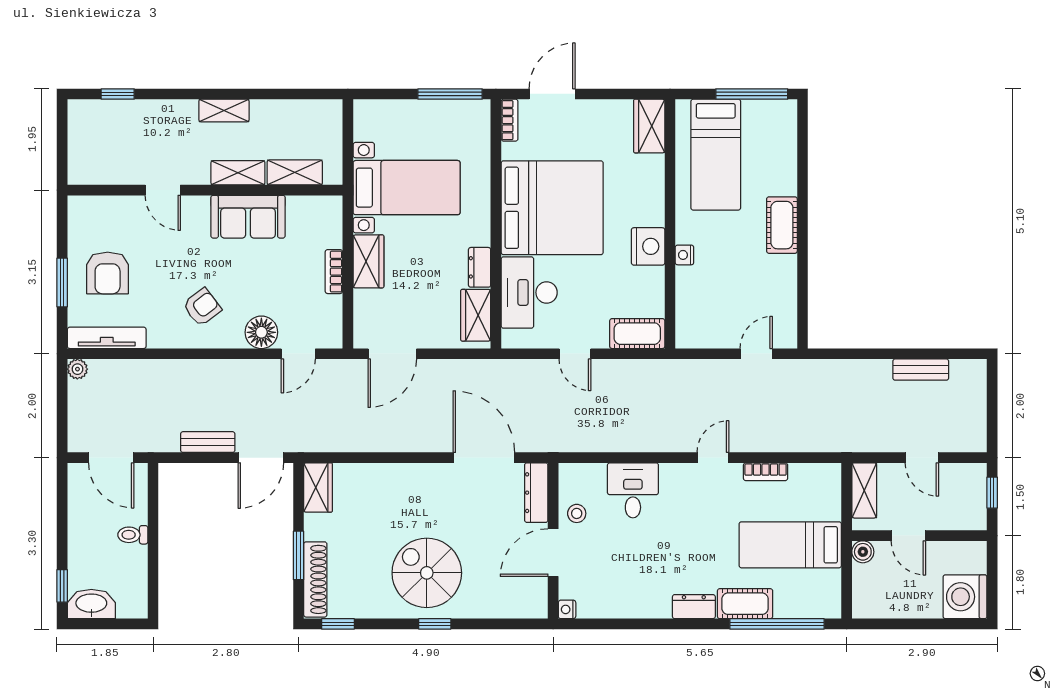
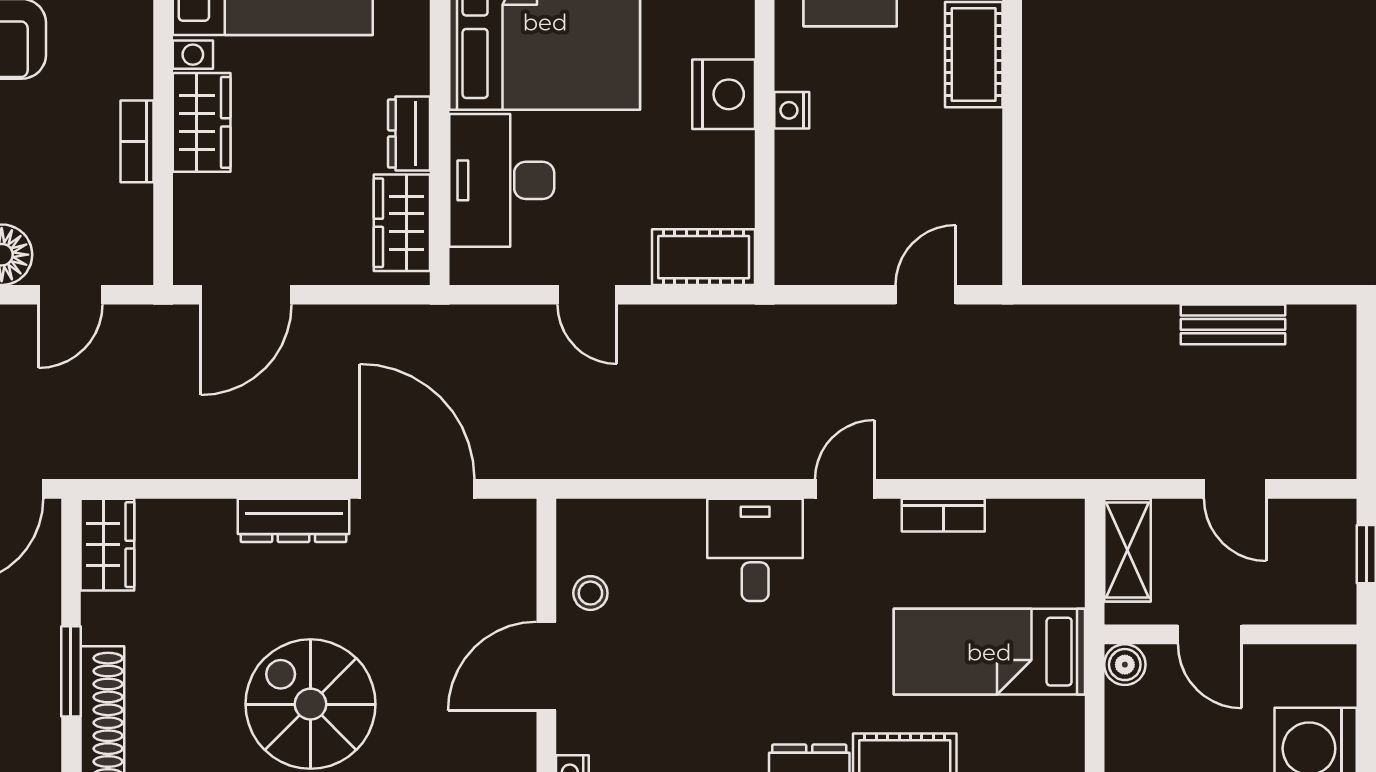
desk: (633, 490) -> (755, 550), moved
dresser: (536, 493) -> (294, 520), moved, turned -90

